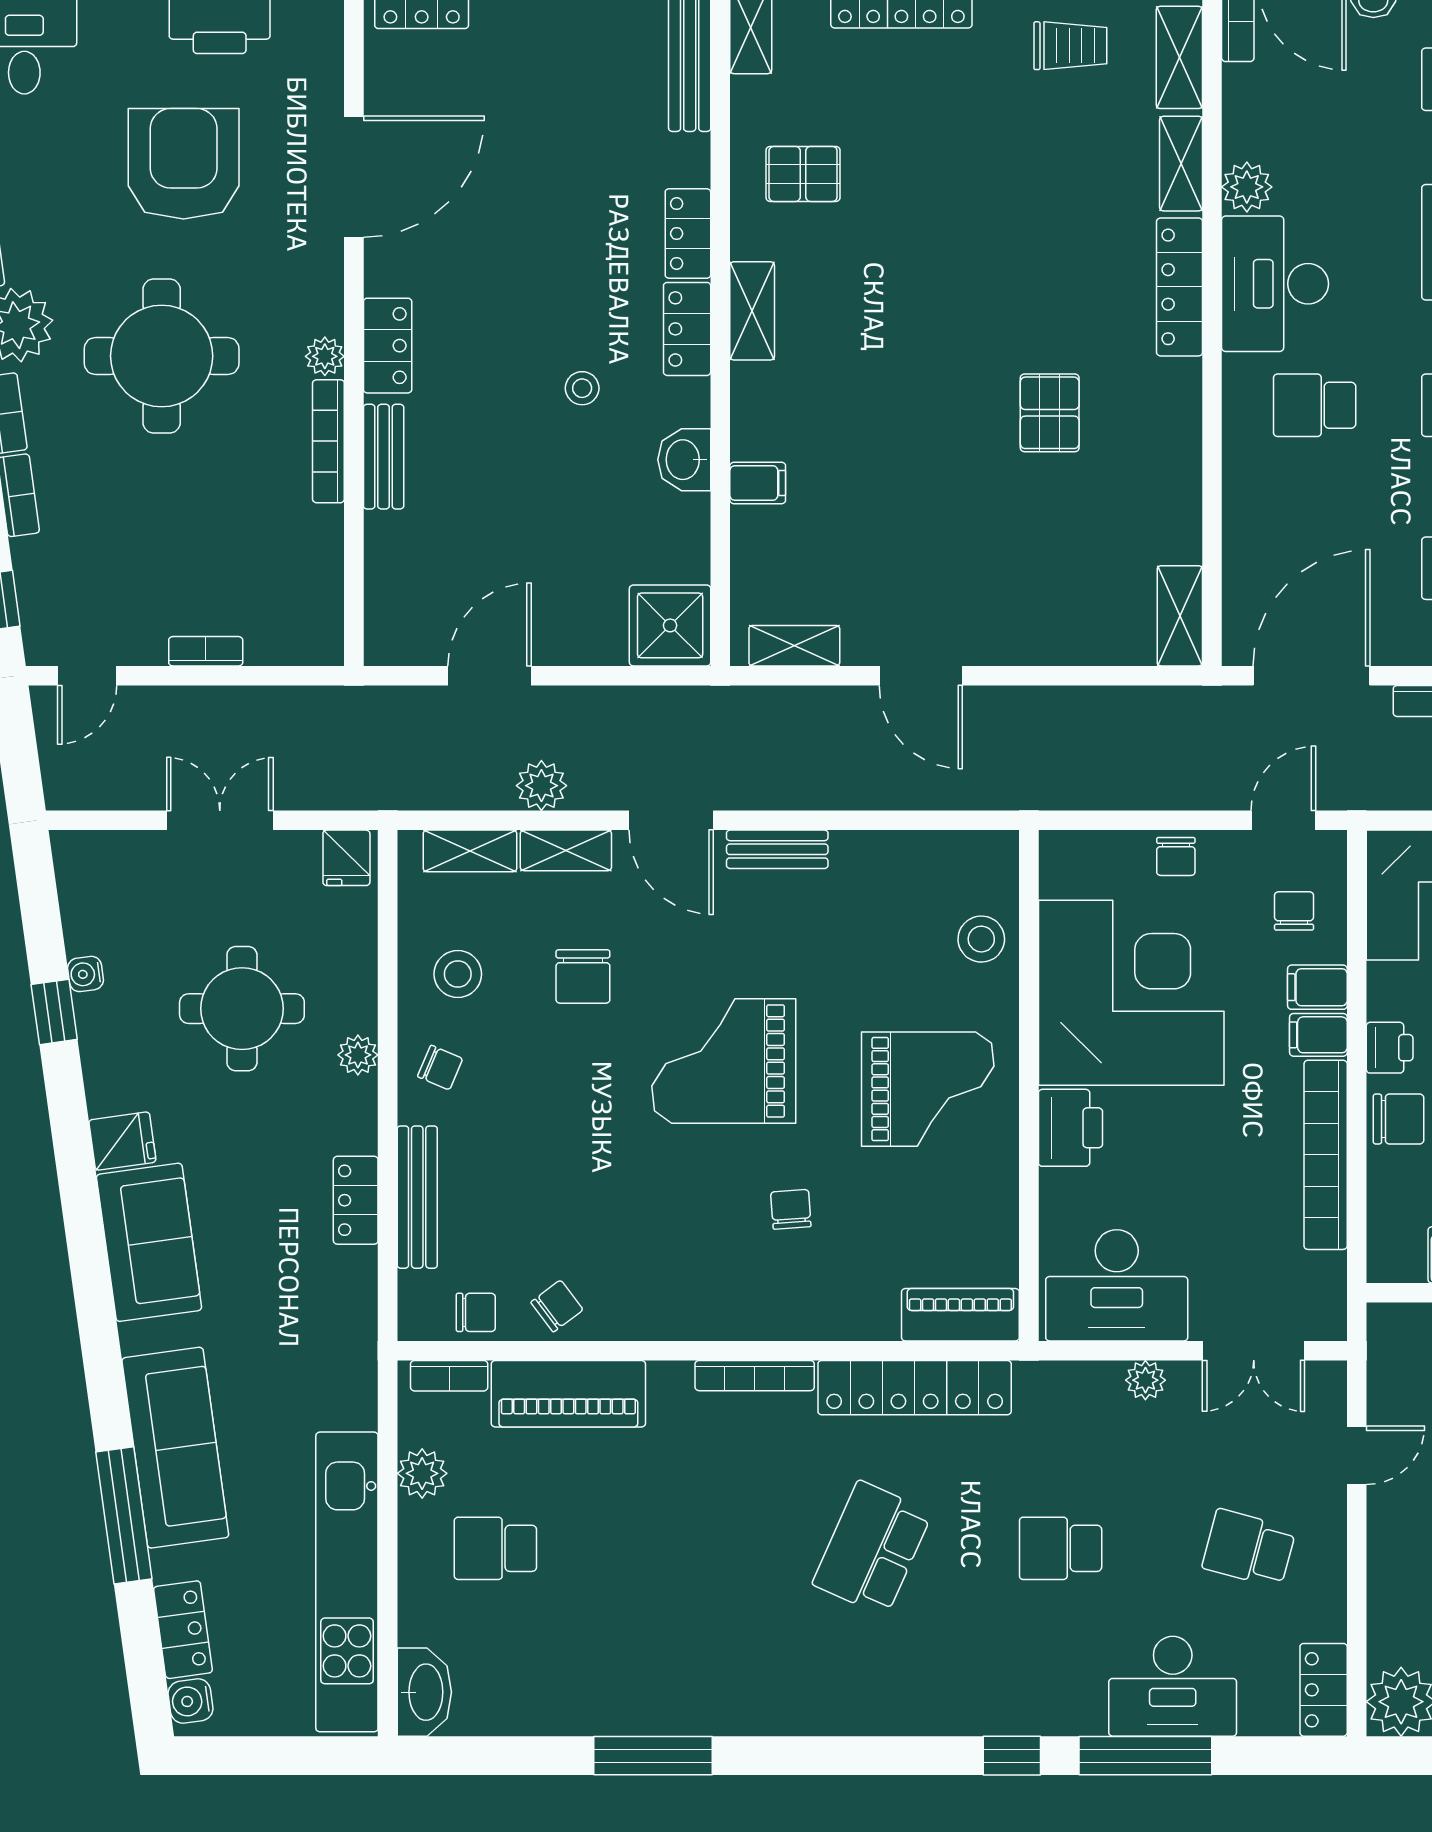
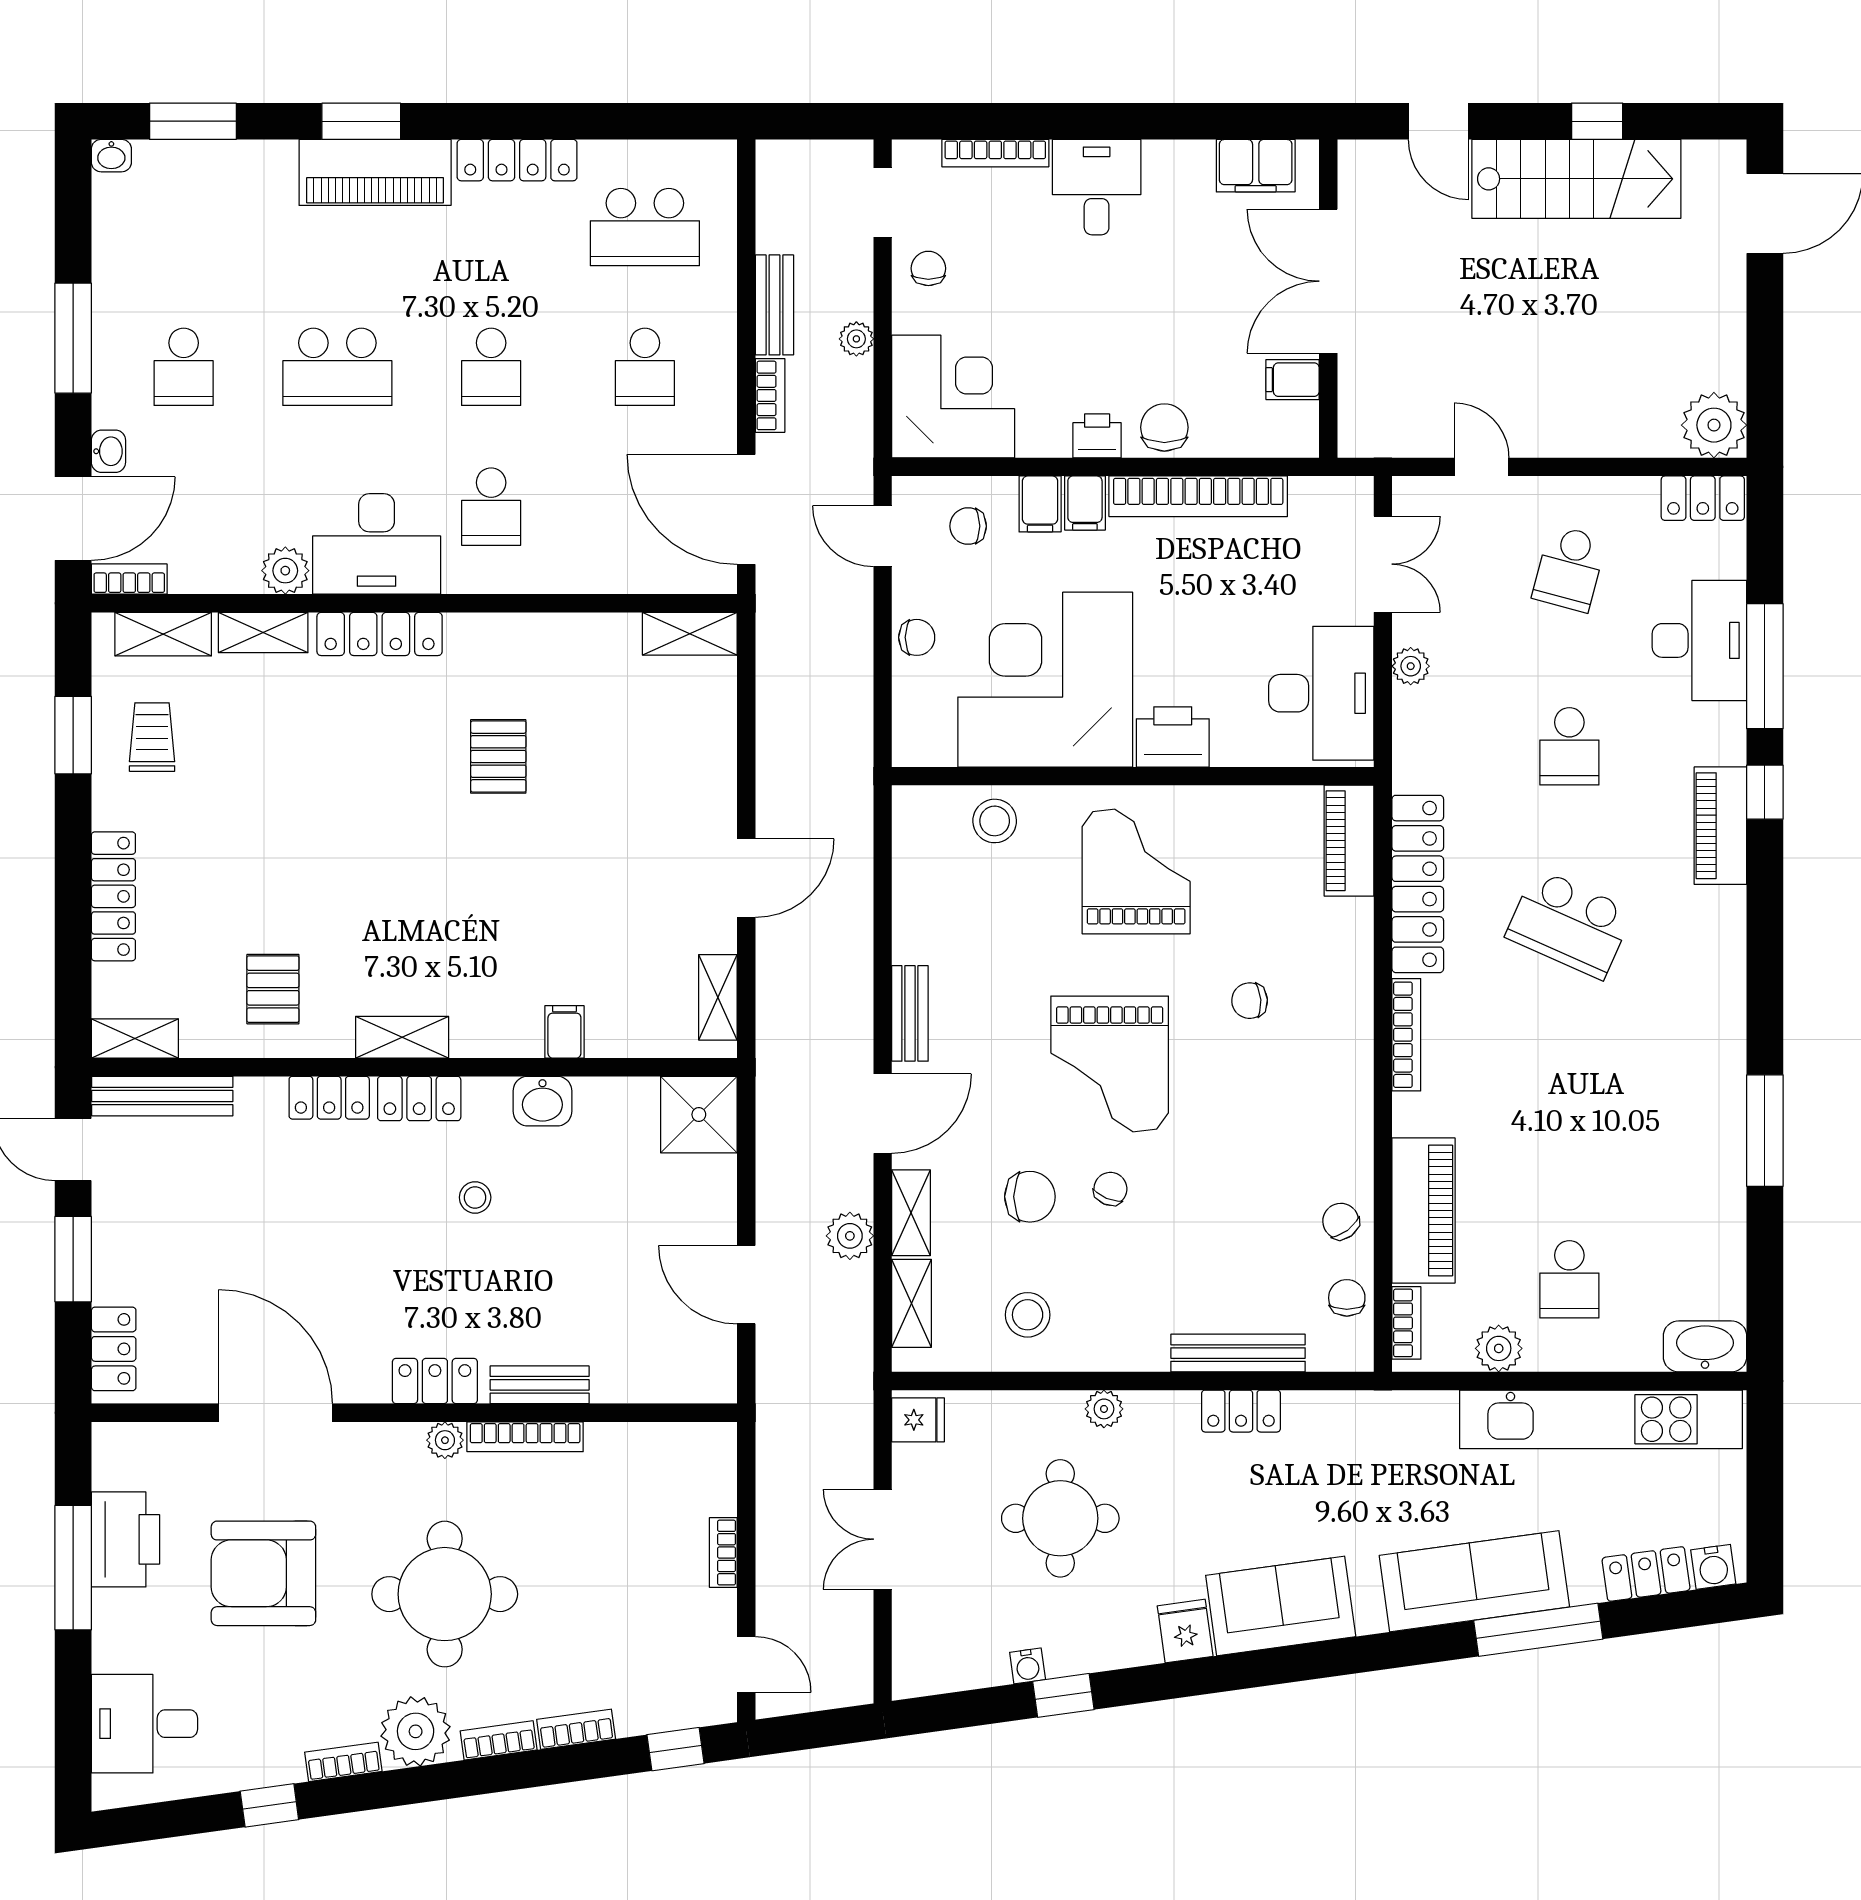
pallet: (1050, 413) -> (498, 756), turned 90
chair: (440, 1068) -> (1110, 1189), moved
piano: (976, 1709) -> (1720, 826), added

